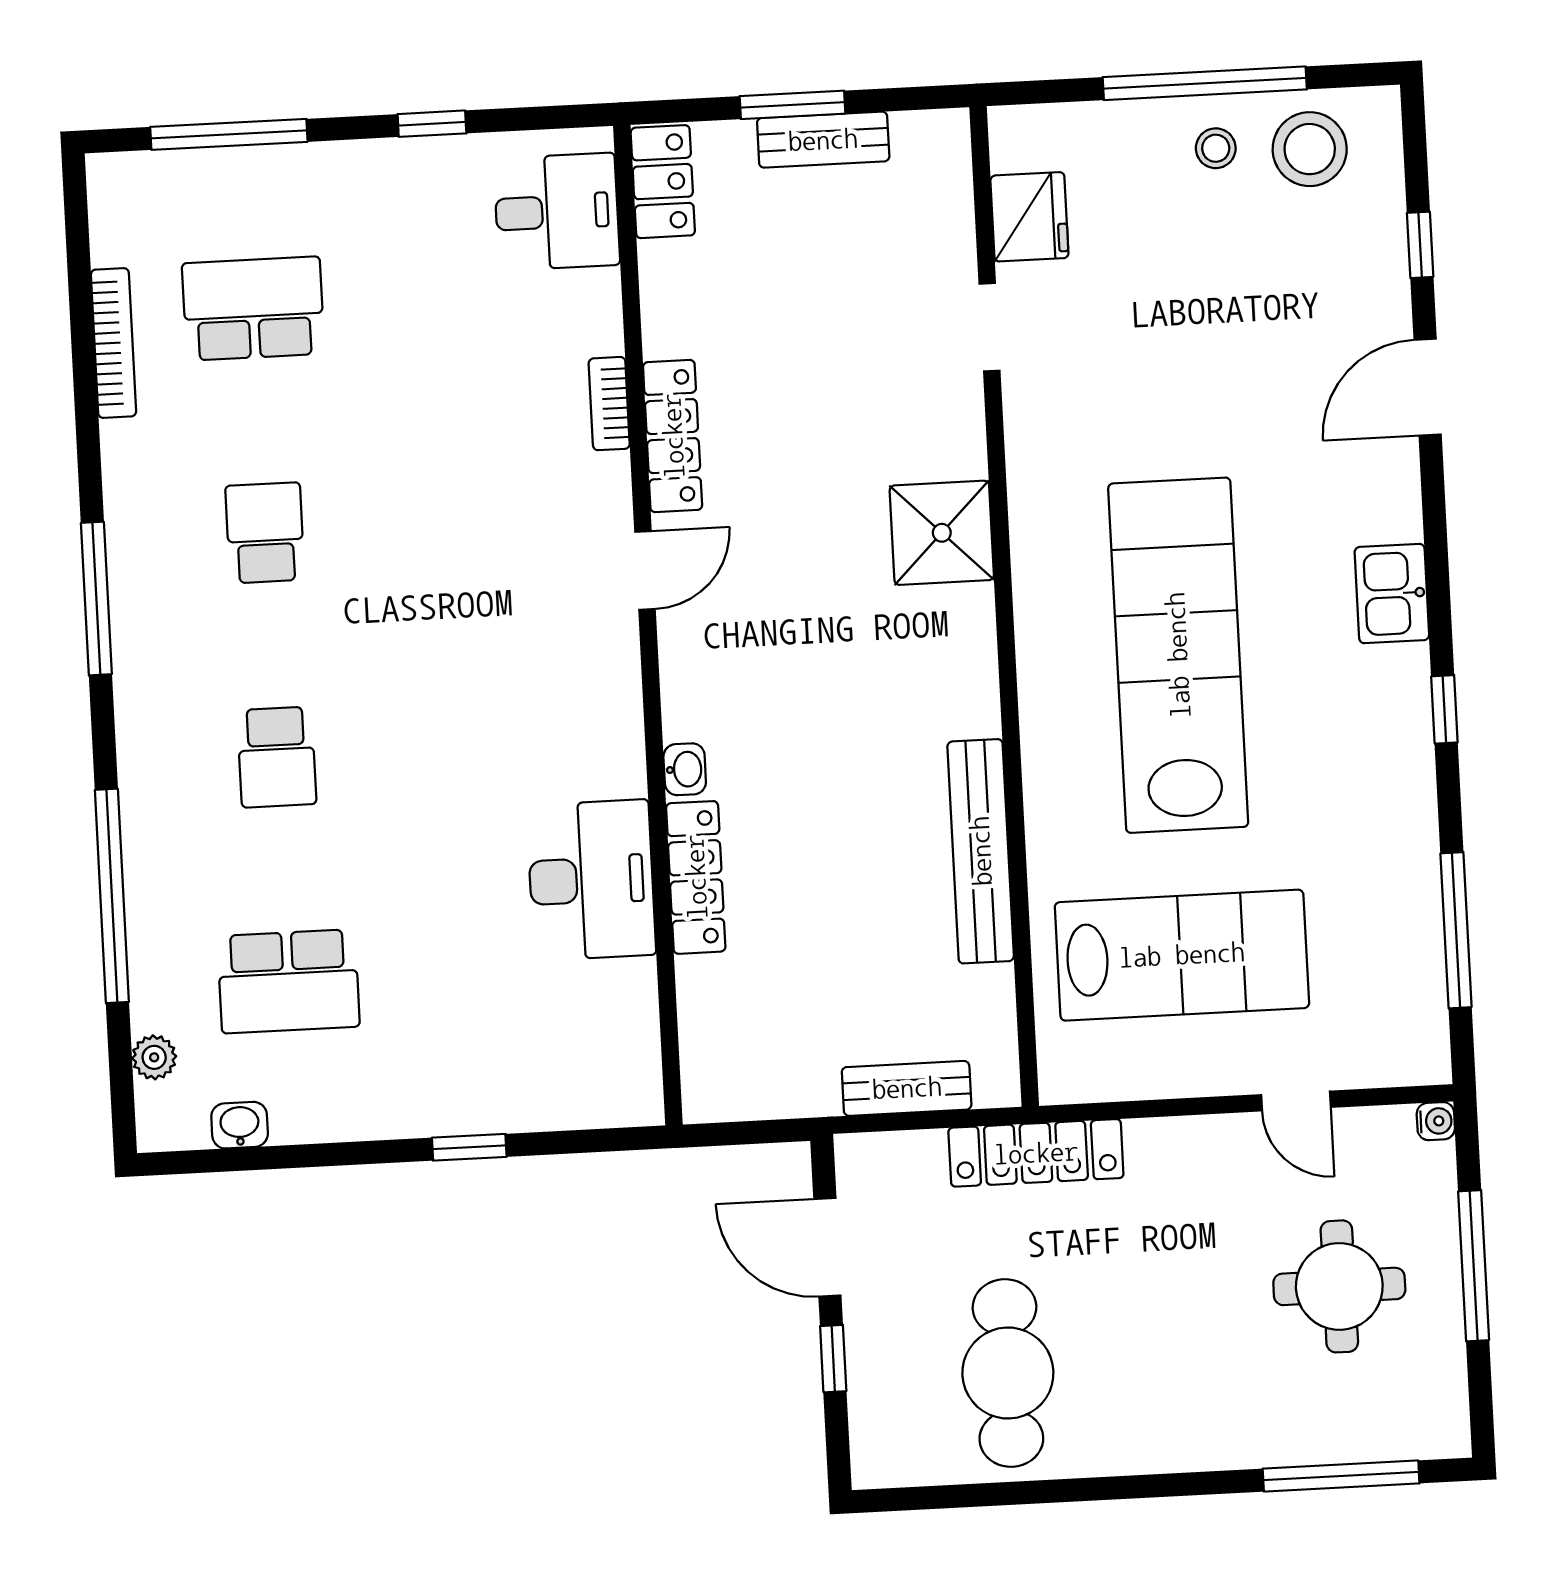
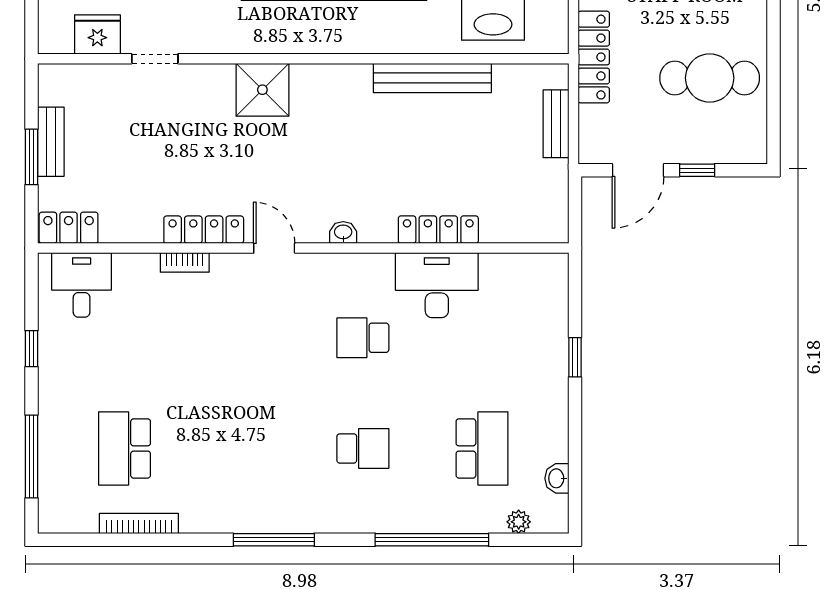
school desk: (265, 533) -> (363, 338), moved
washbasin: (685, 769) -> (343, 233), moved

